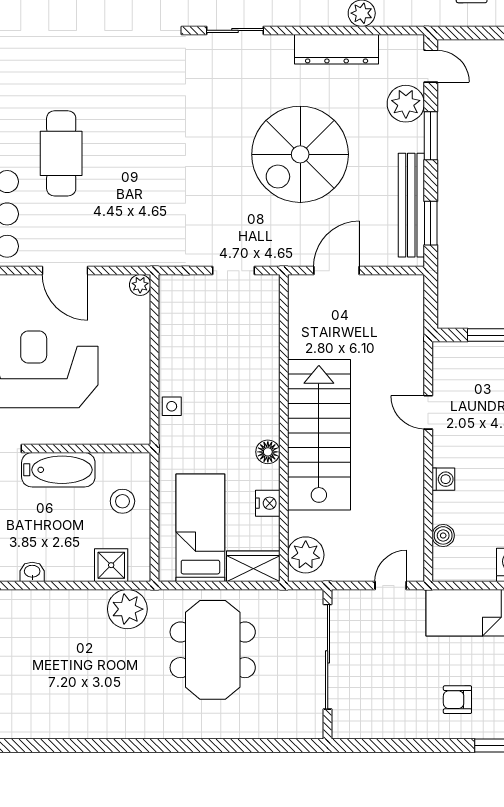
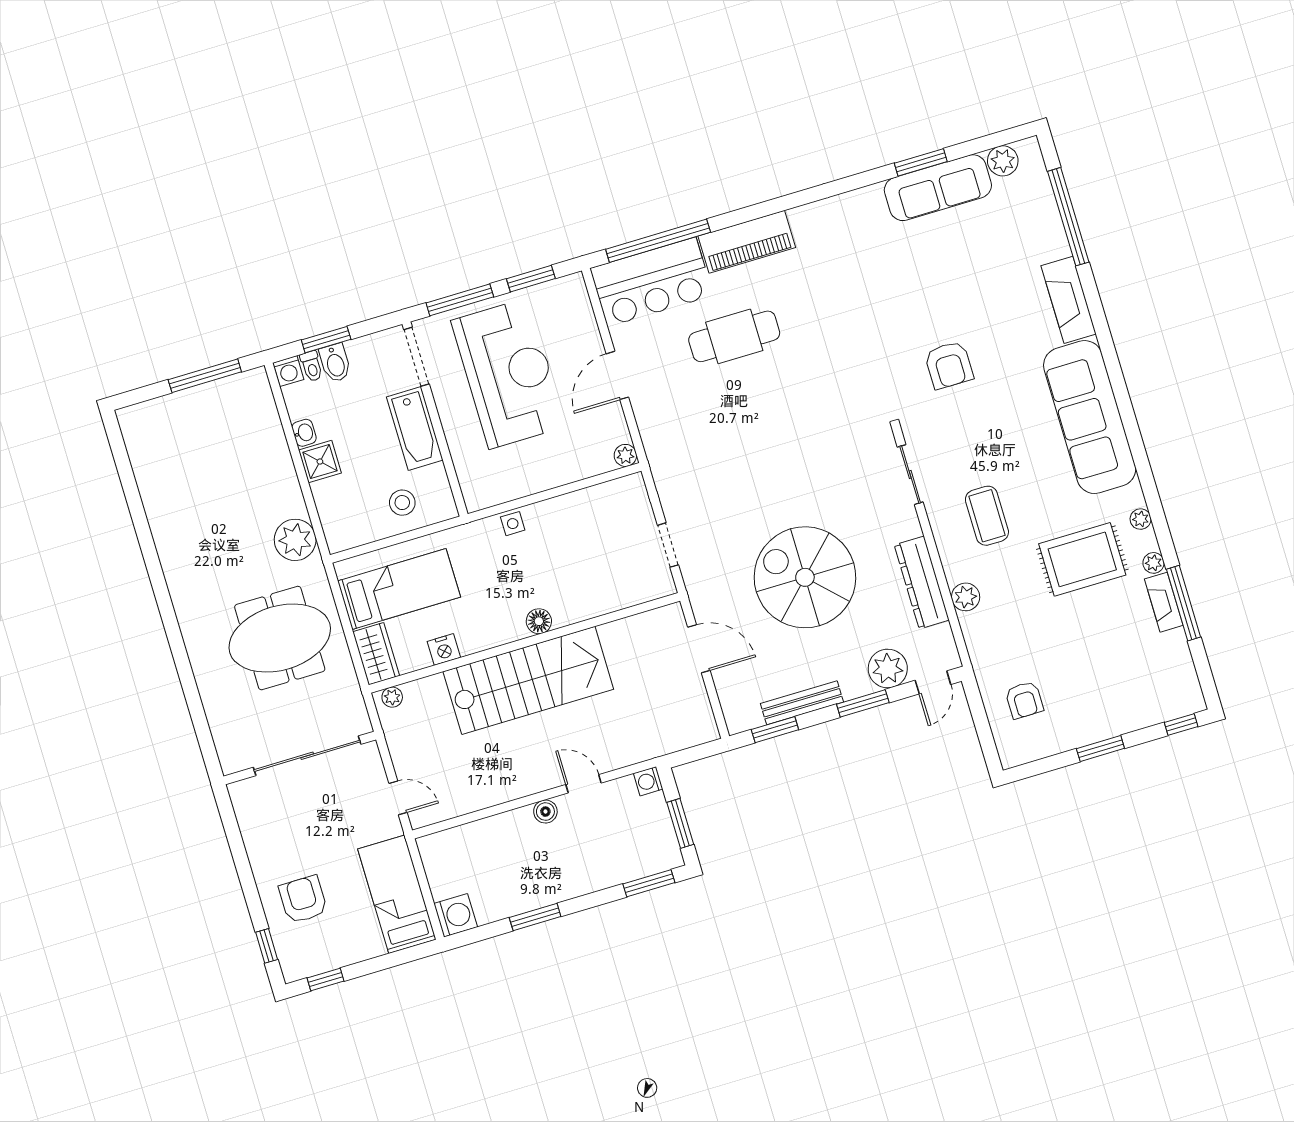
bench: (411, 205) -> (802, 703), width x0.73, depth x0.82
door: (428, 412) -> (584, 784), hinge flipped
floor lamp: (268, 452) -> (539, 621), moved
washing machine: (443, 479) -> (648, 781), moved, turned 90
boiler: (443, 535) -> (545, 812), moved
plant: (306, 555) -> (392, 697), width x0.53, depth x0.53
shower: (111, 565) -> (320, 462), moved
armchair: (457, 700) -> (303, 899), width x1.38, depth x1.38

